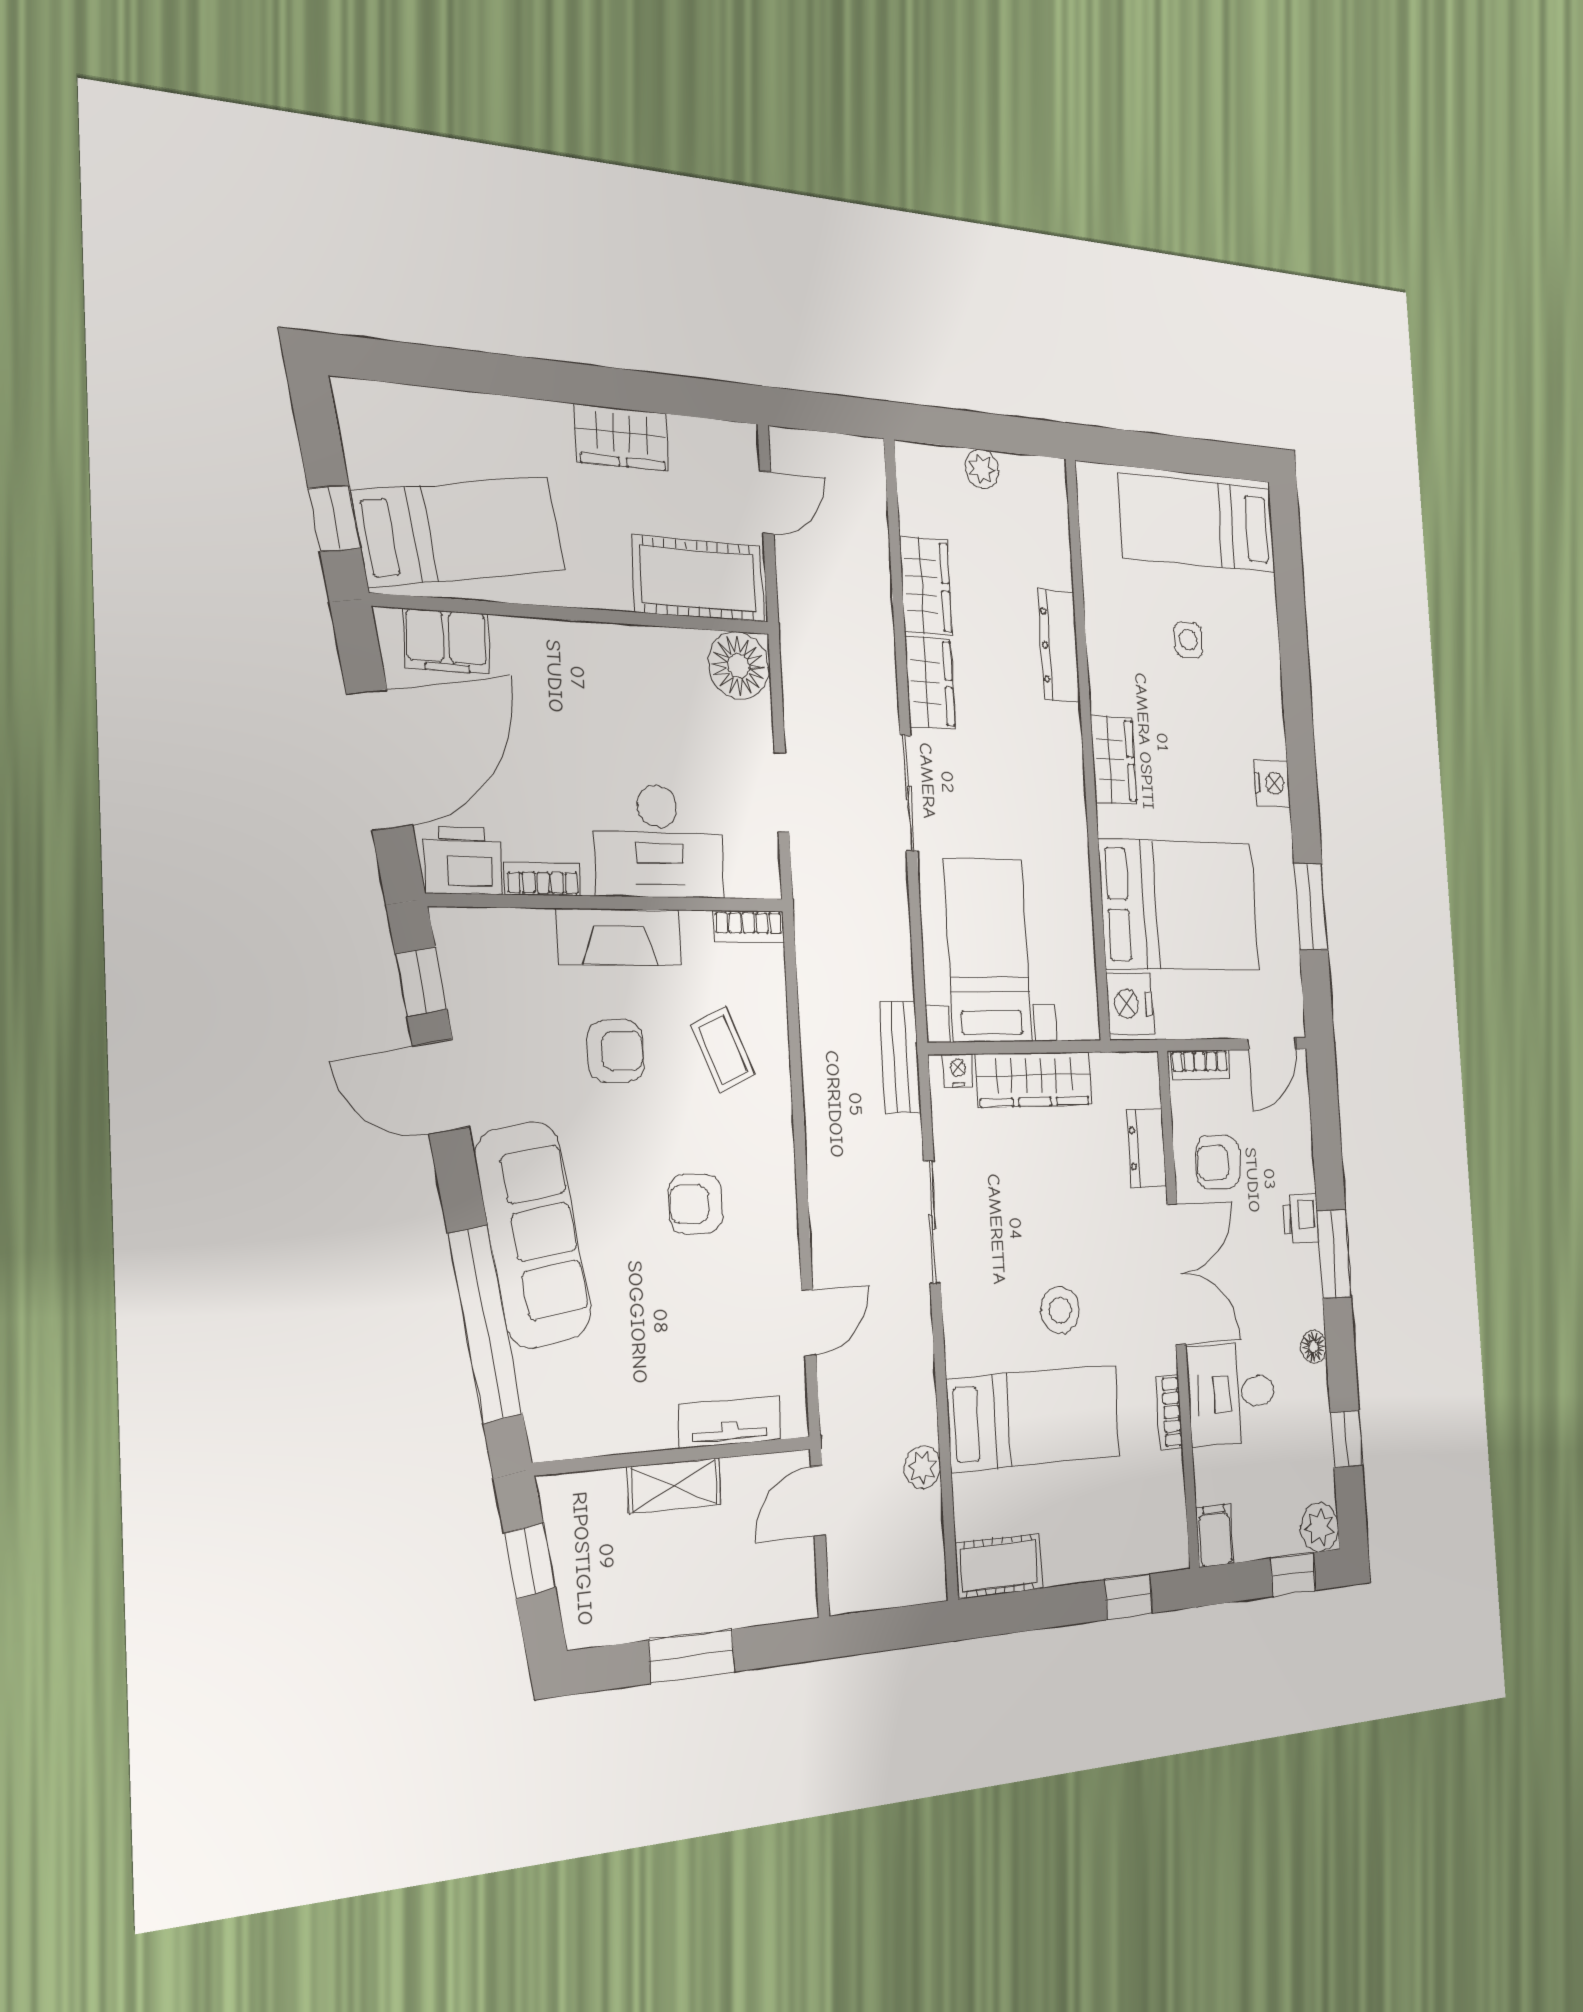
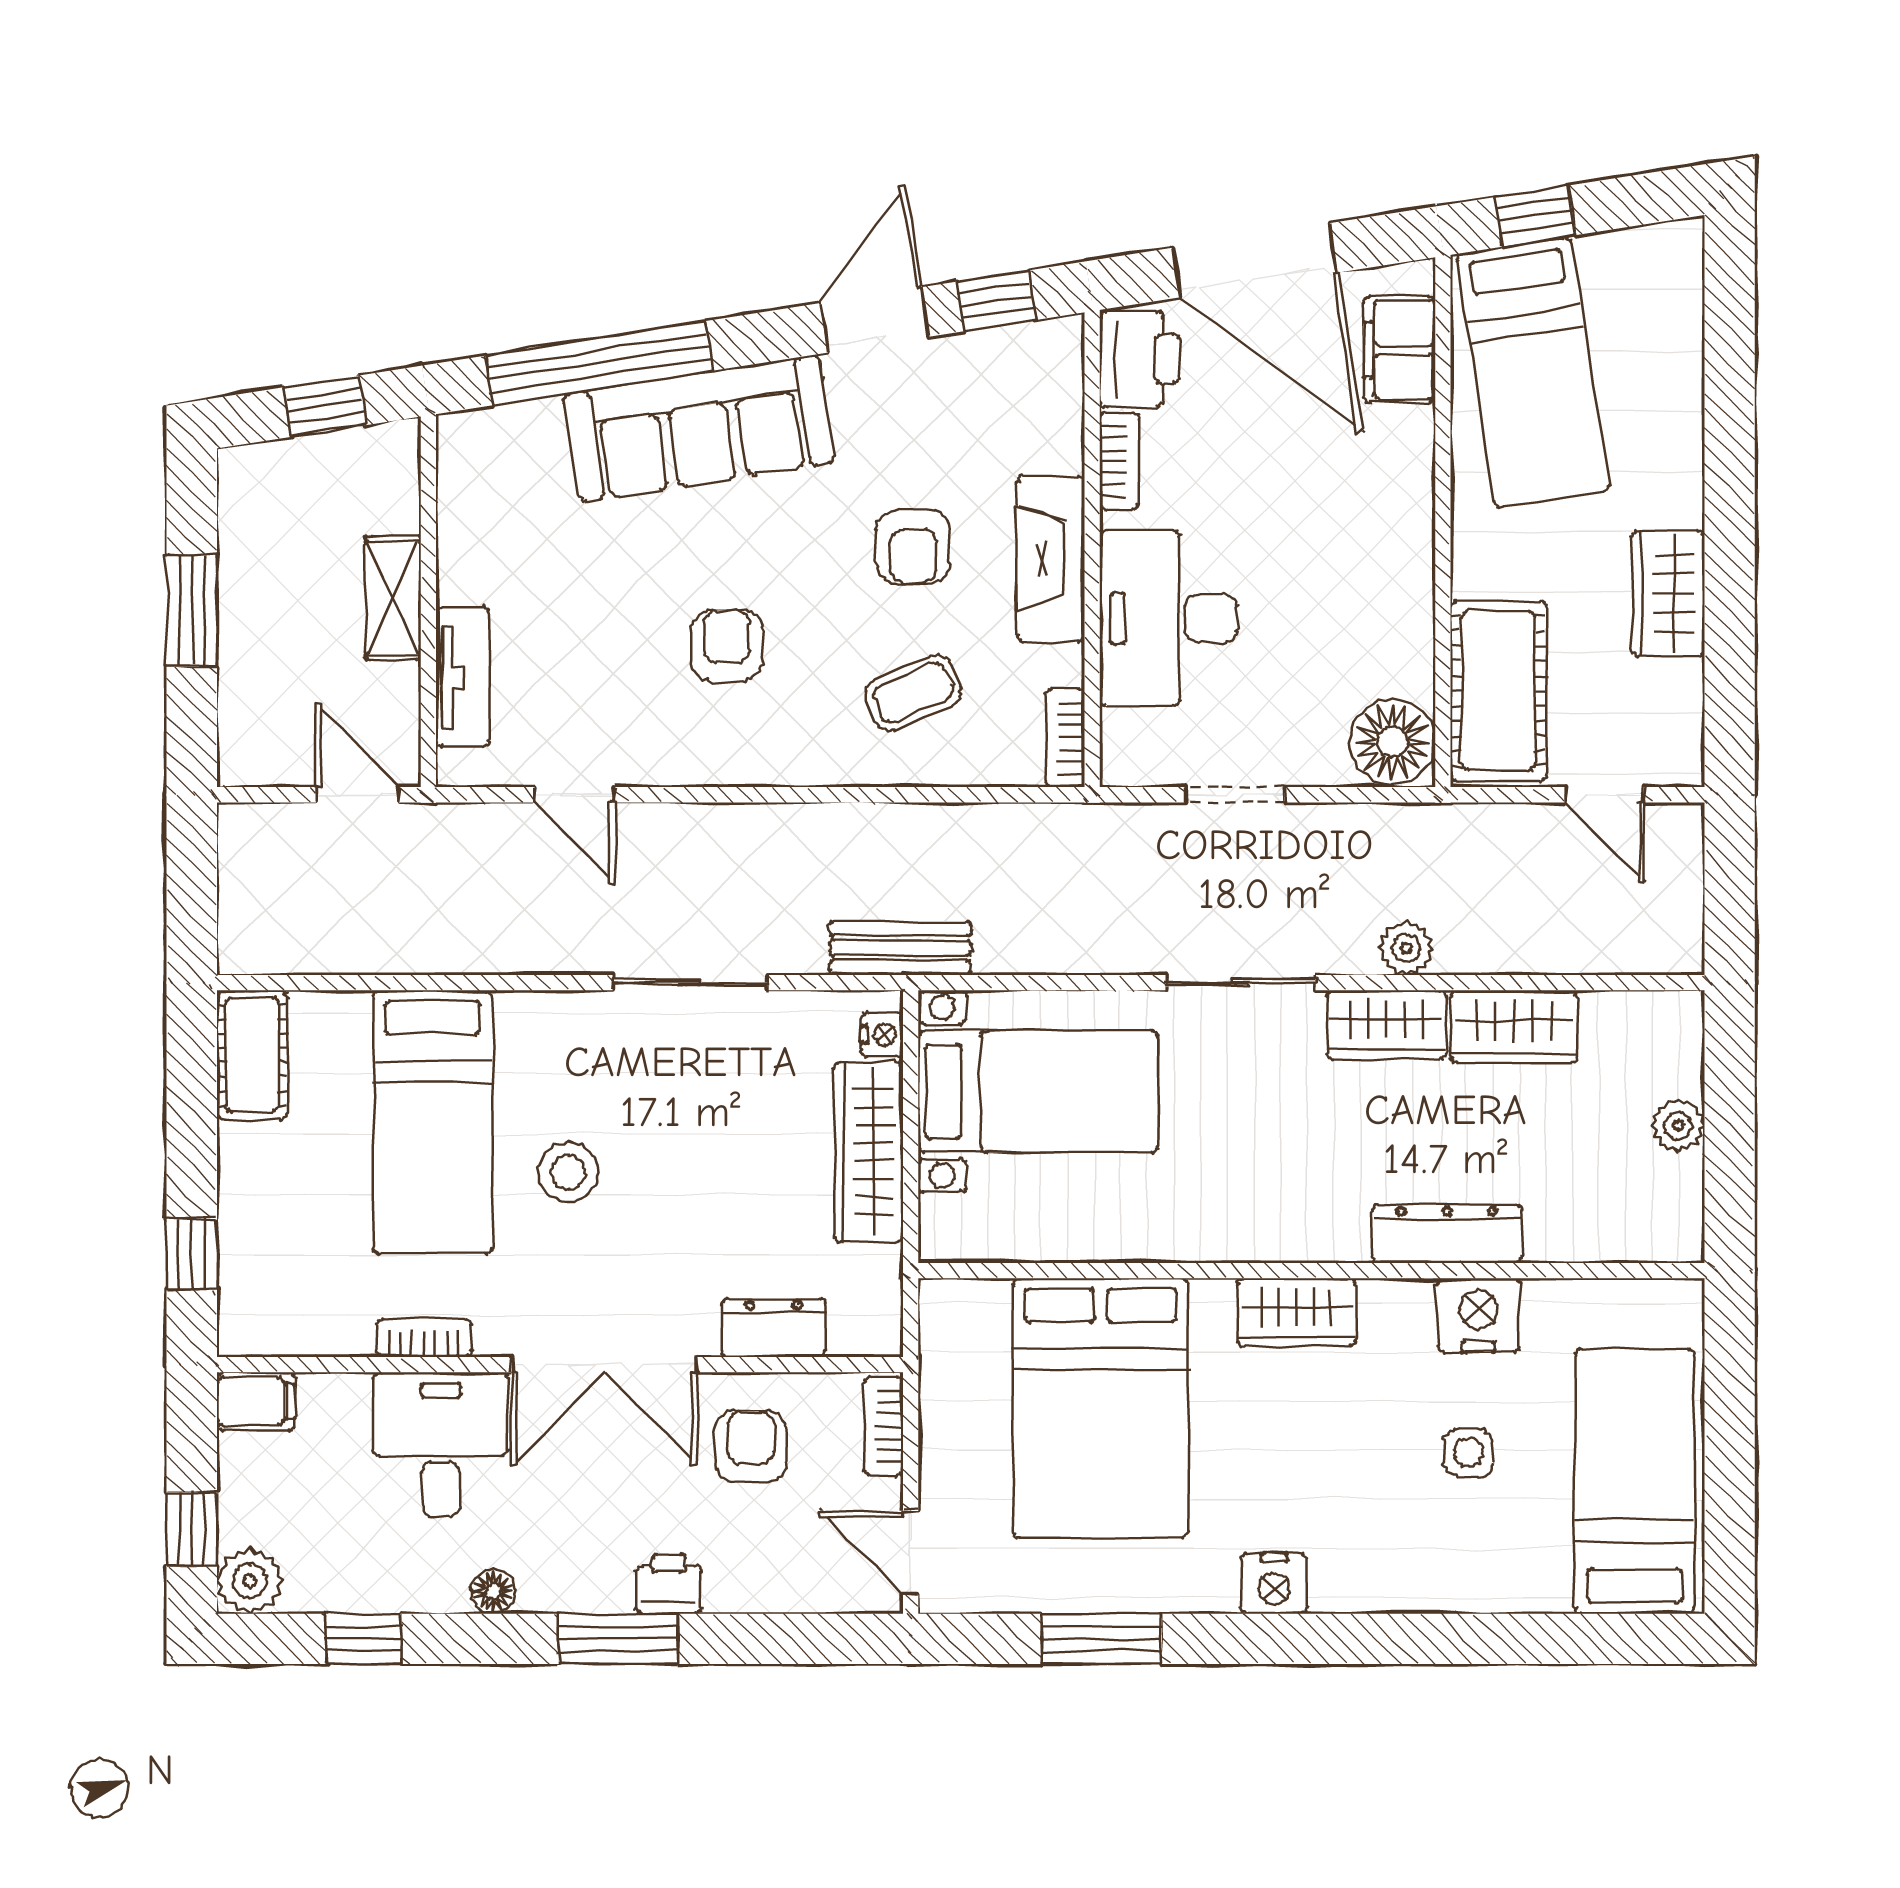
nightstand: (1130, 1004) -> (1478, 1315), moved
plant: (923, 1467) -> (1406, 948), moved

